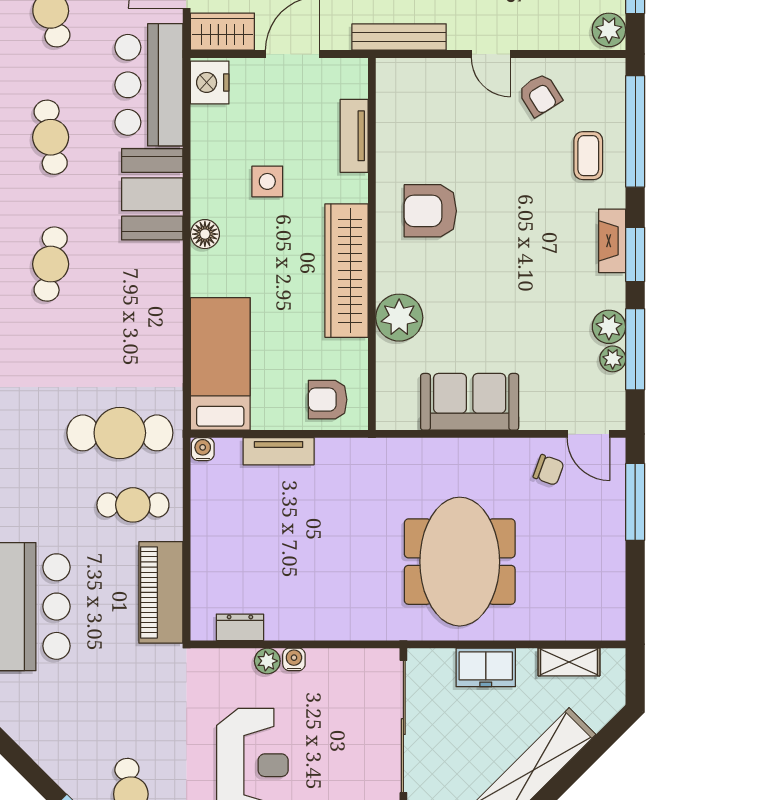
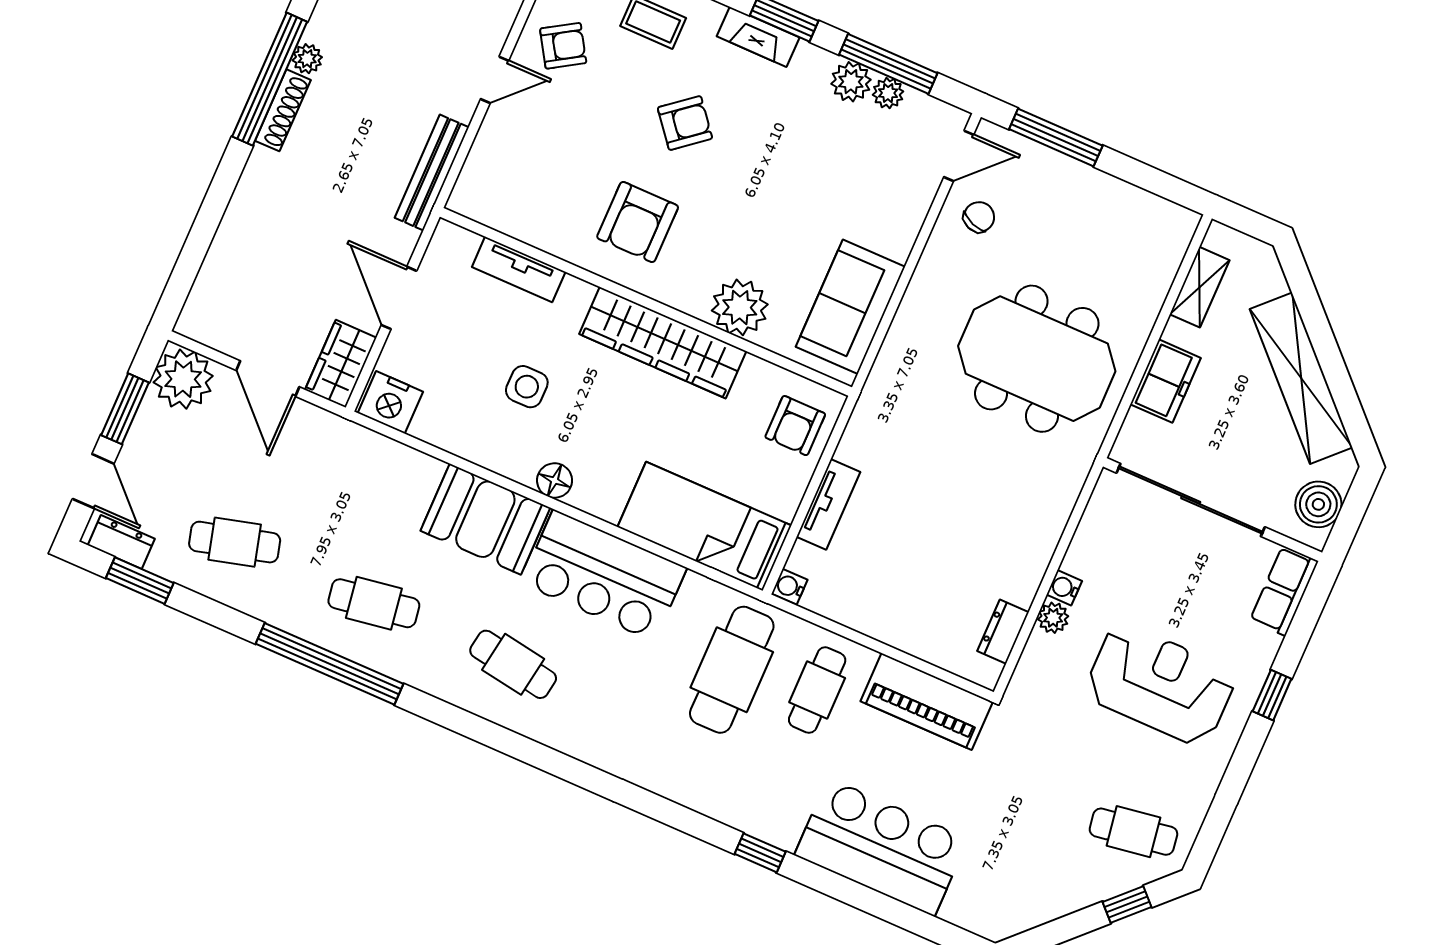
bar counter: (149, 85) -> (604, 576), moved
armchair: (522, 214) -> (685, 123), added
sofa: (470, 402) -> (850, 307), moved

